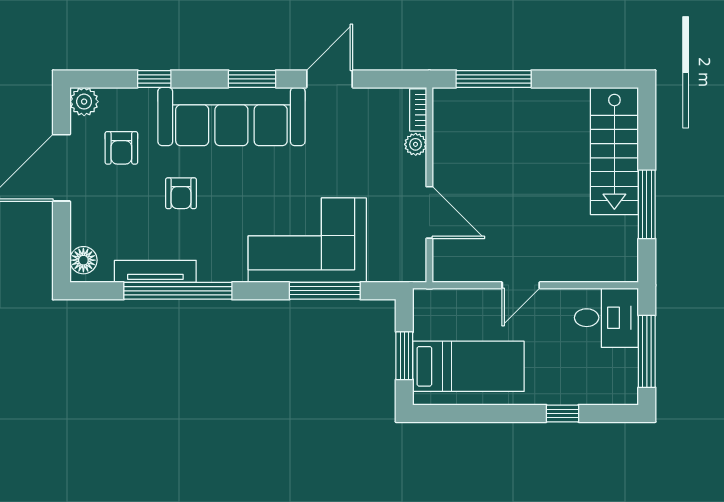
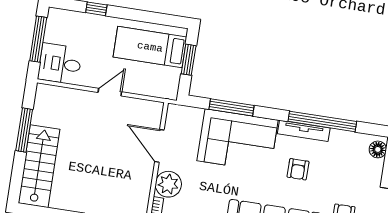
plant: (416, 144) -> (168, 184), width x1.88, depth x1.88
armchair: (181, 193) -> (298, 169), moved, turned 180
tv unit: (155, 271) -> (304, 131), moved

